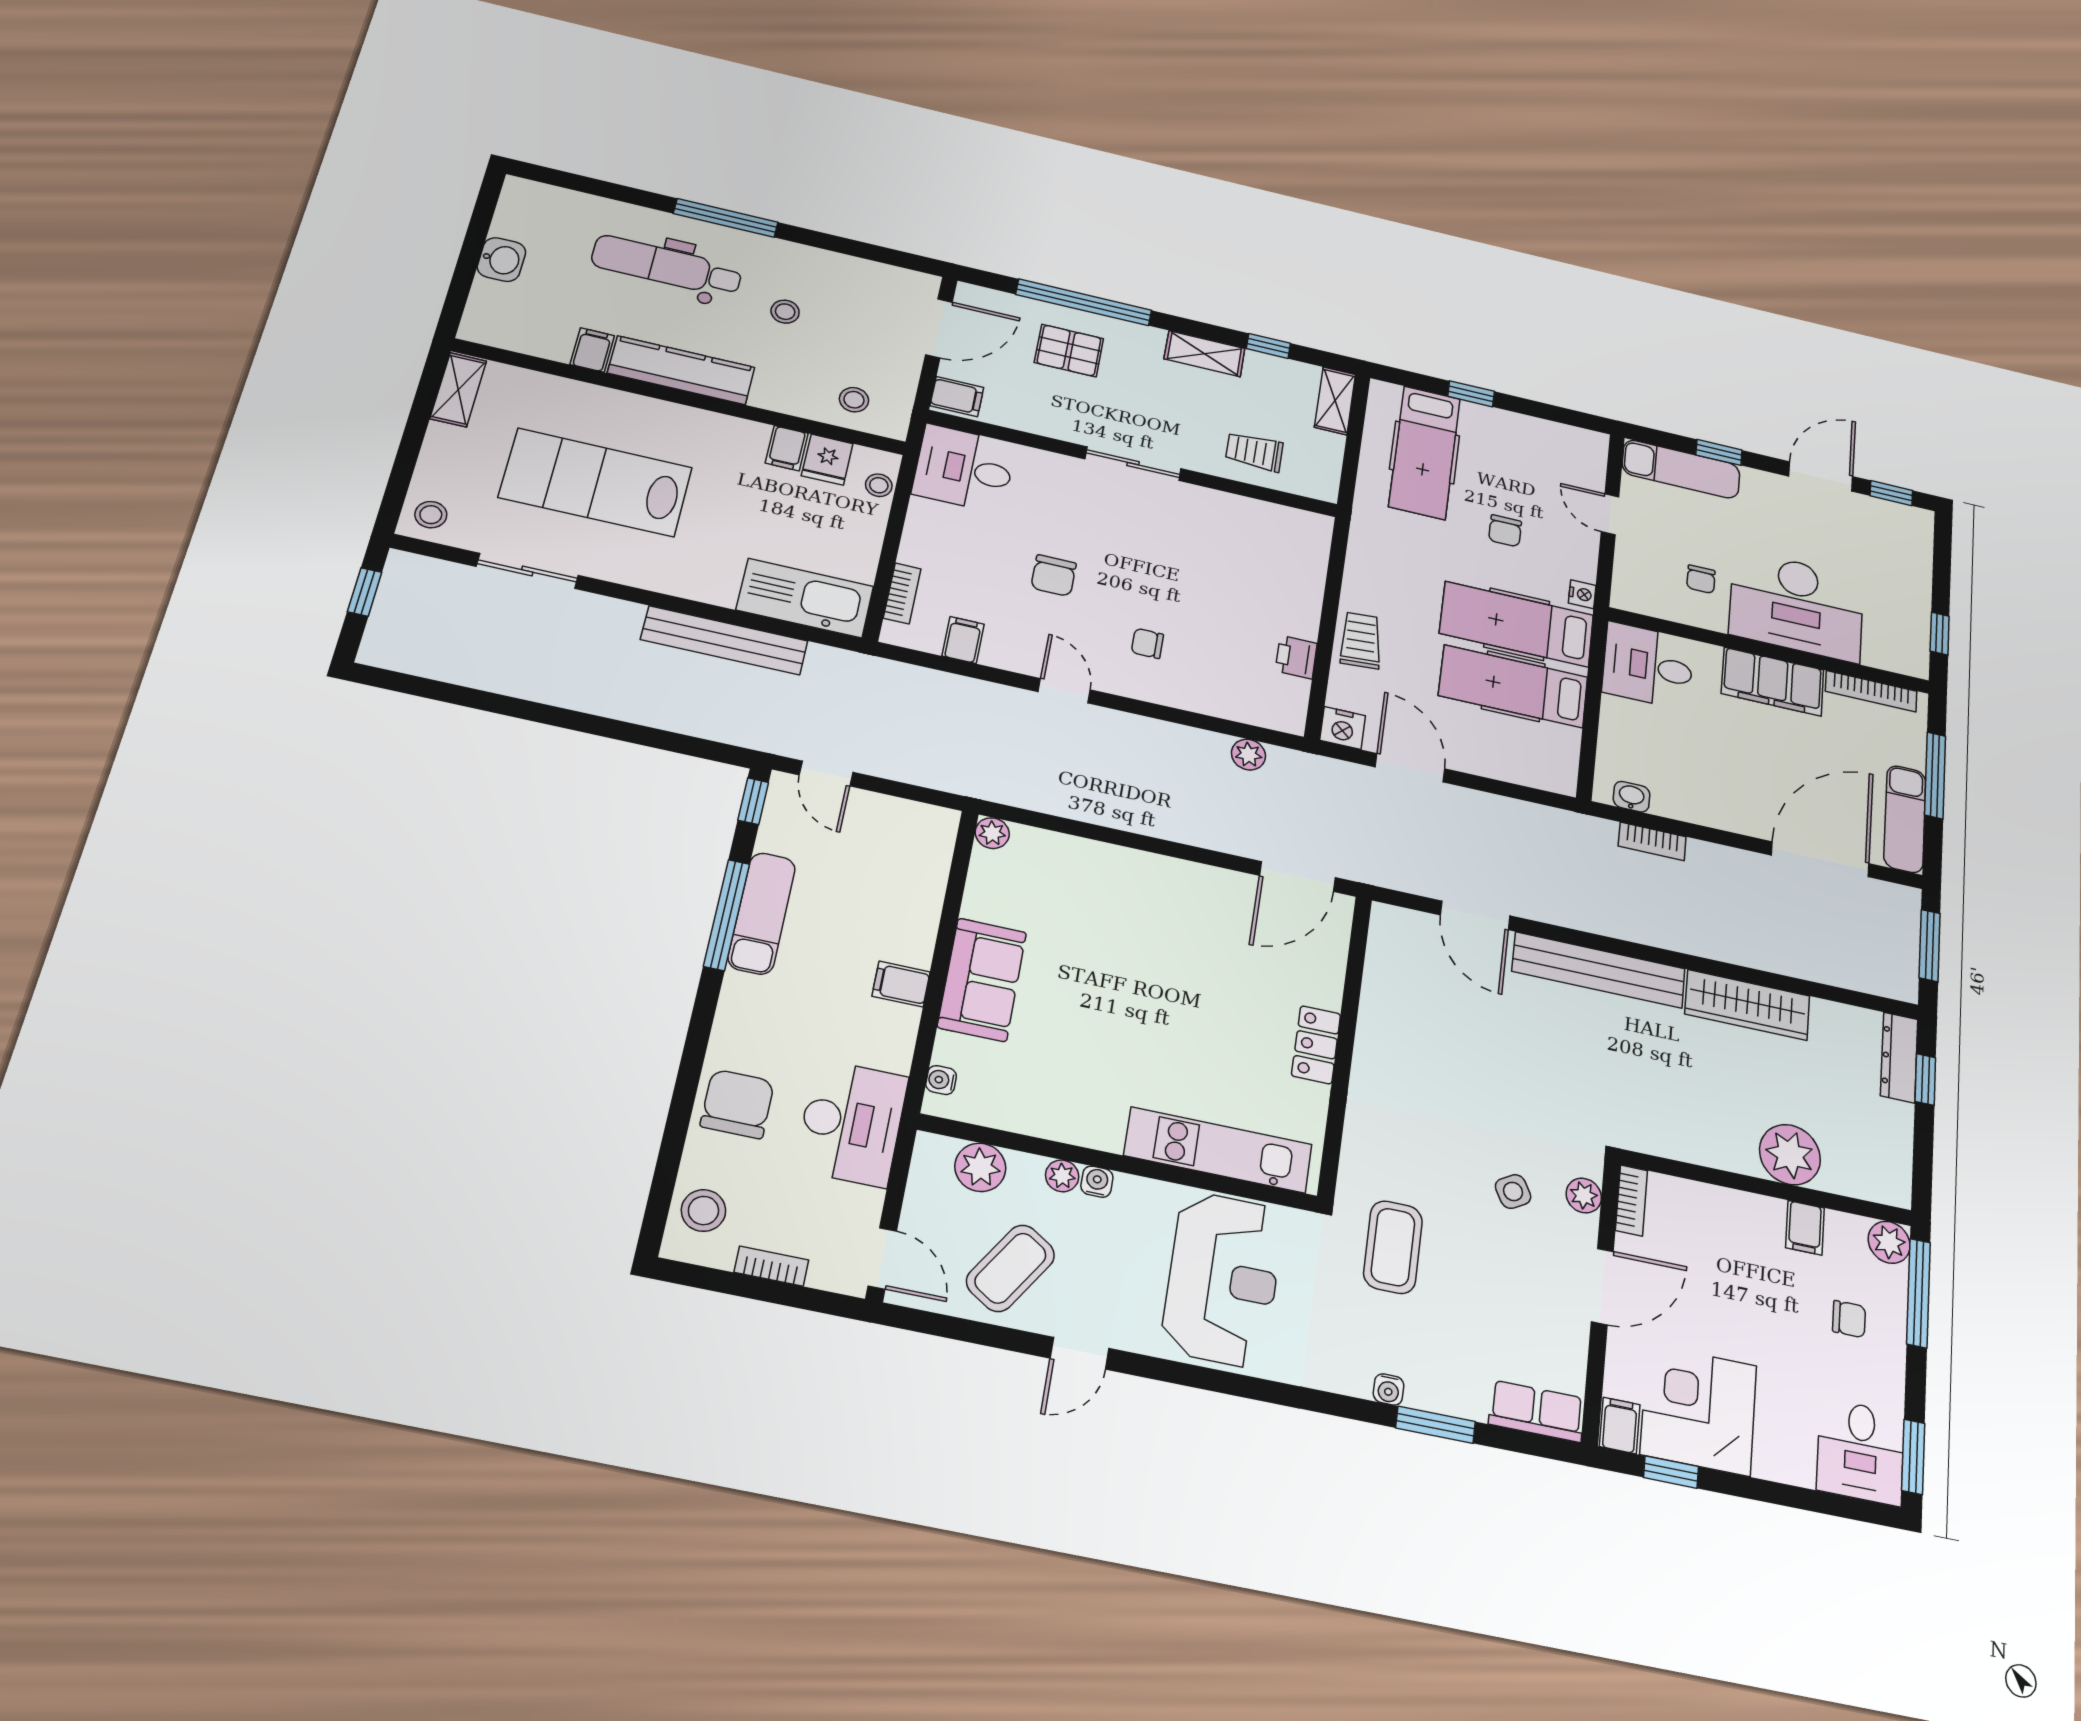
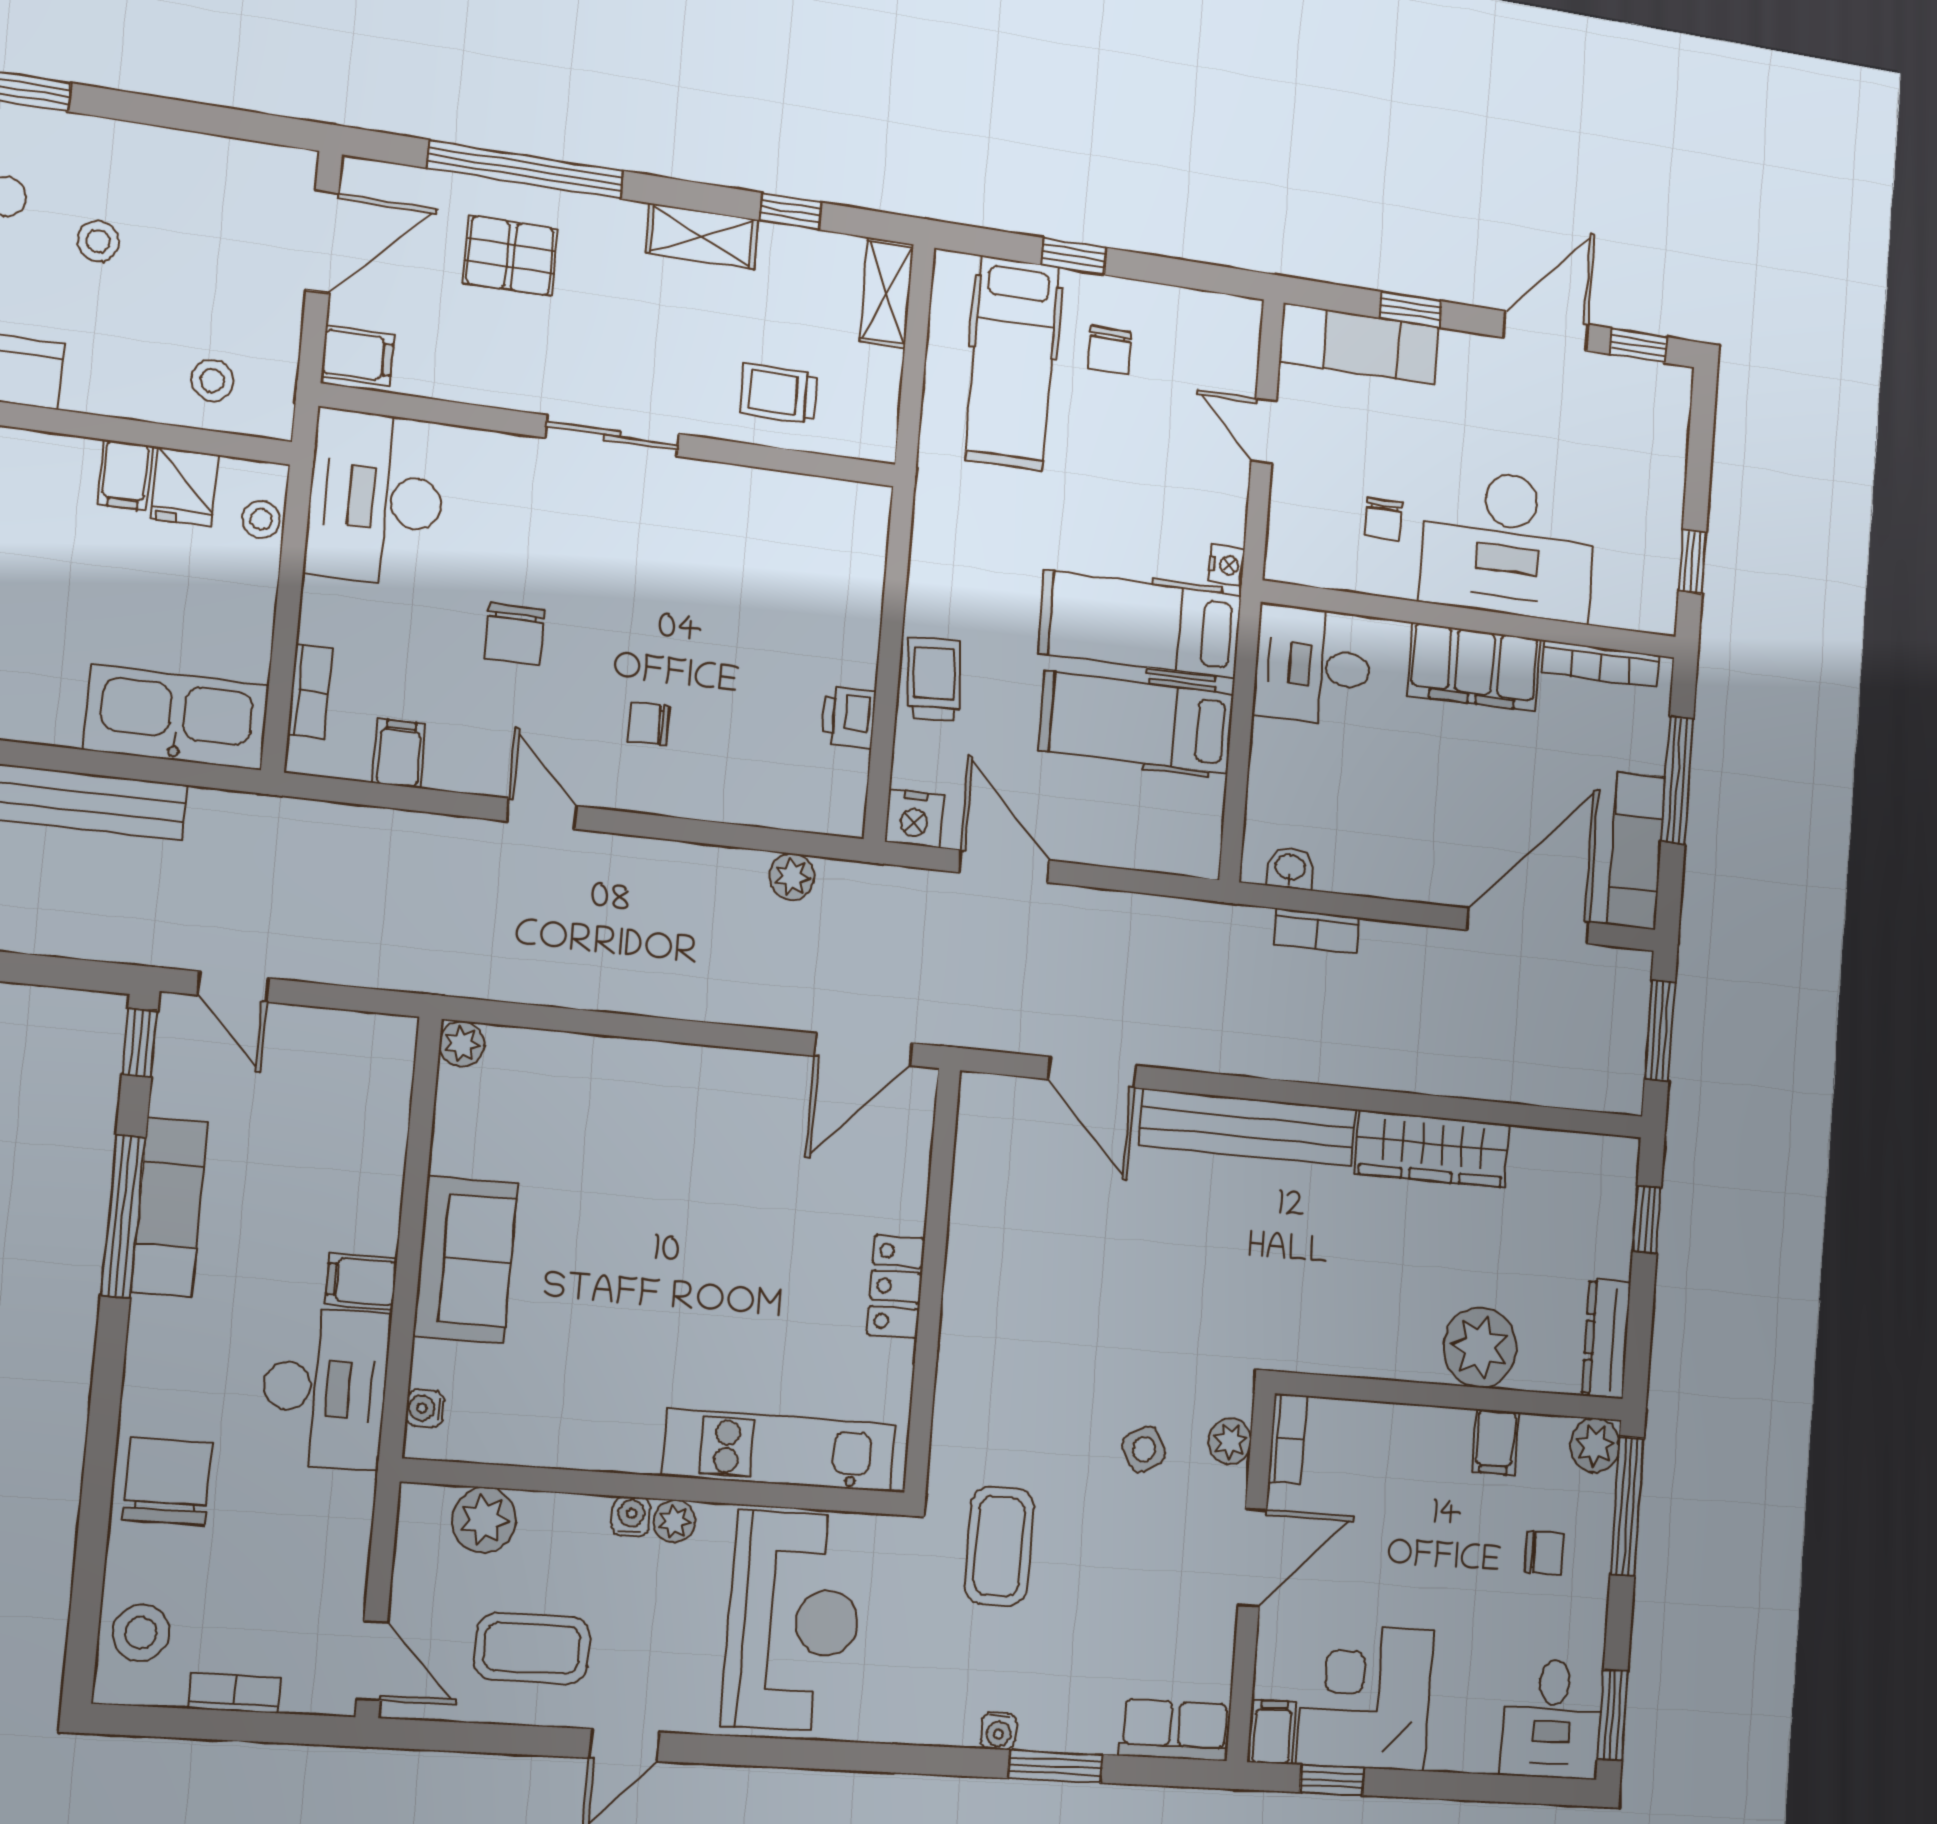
desk: (964, 469) -> (376, 498), width x1.37
chair: (1505, 531) -> (1109, 350), moved
dresser: (1899, 1057) -> (1606, 1339), moved
desk: (851, 1123) -> (325, 1388), moved
plant: (1062, 1176) -> (674, 1521), moved
coffee table: (1010, 1268) -> (532, 1648), turned 57

